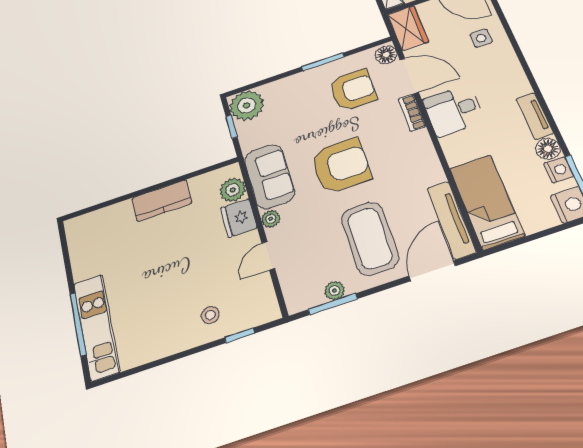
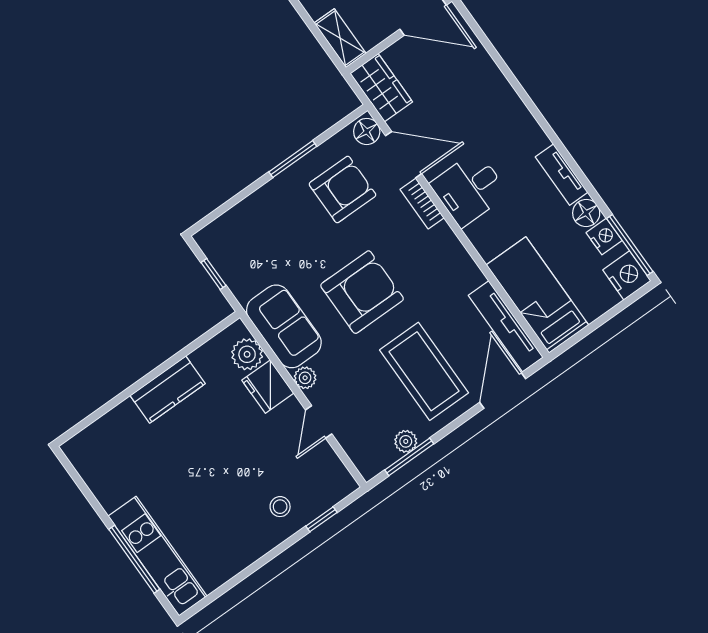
side table: (481, 38) -> (473, 83), removed
plant: (247, 105) -> (221, 241), removed

